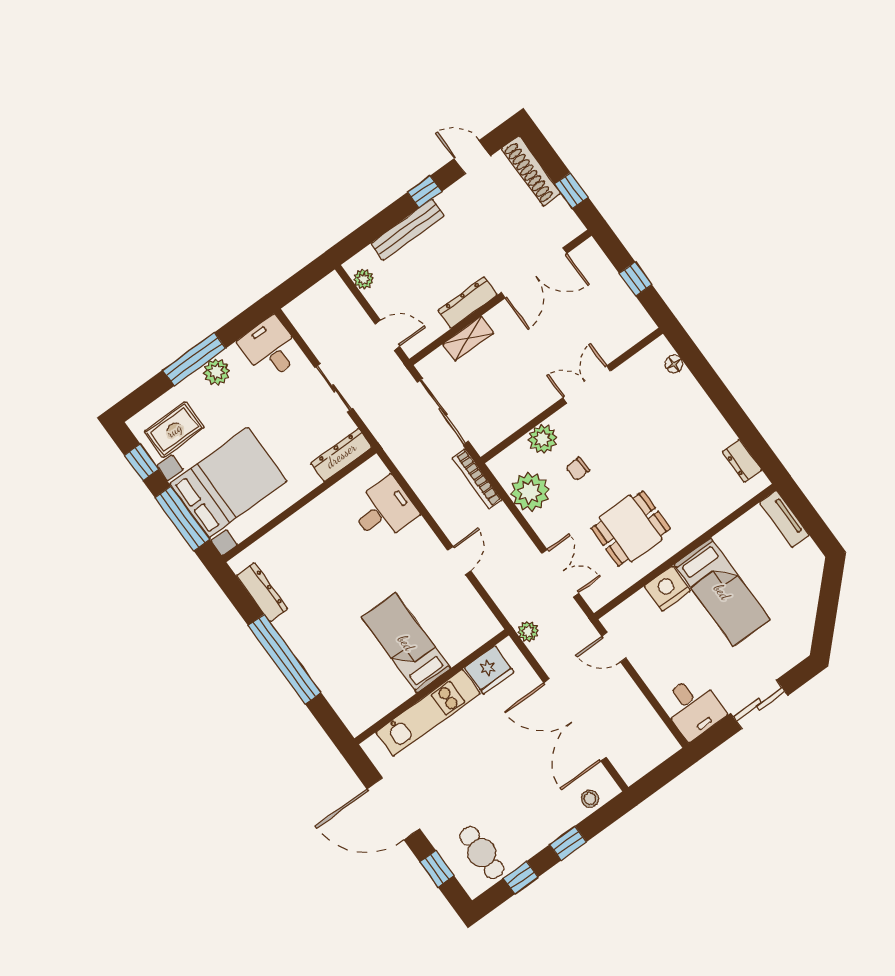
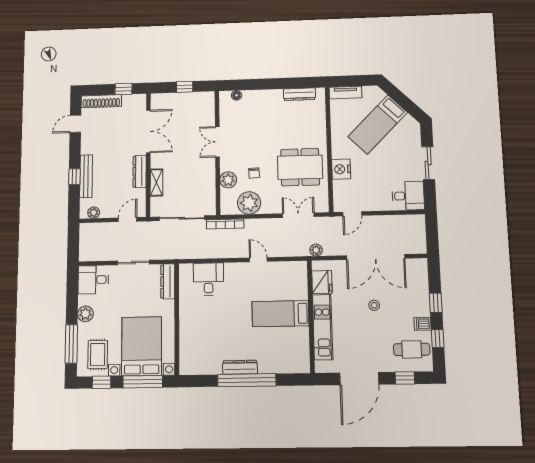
window: (425, 192) -> (74, 177), moved
window: (194, 359) -> (71, 344), moved
dresser: (742, 461) -> (299, 94), width x1.44
dining table: (631, 528) -> (300, 167), width x1.38
dresser: (262, 592) -> (240, 367), moved
bed: (722, 592) -> (378, 124), moved, turned 135
stool: (590, 799) -> (374, 305), moved
dishwasher: (527, 844) -> (422, 324), added

